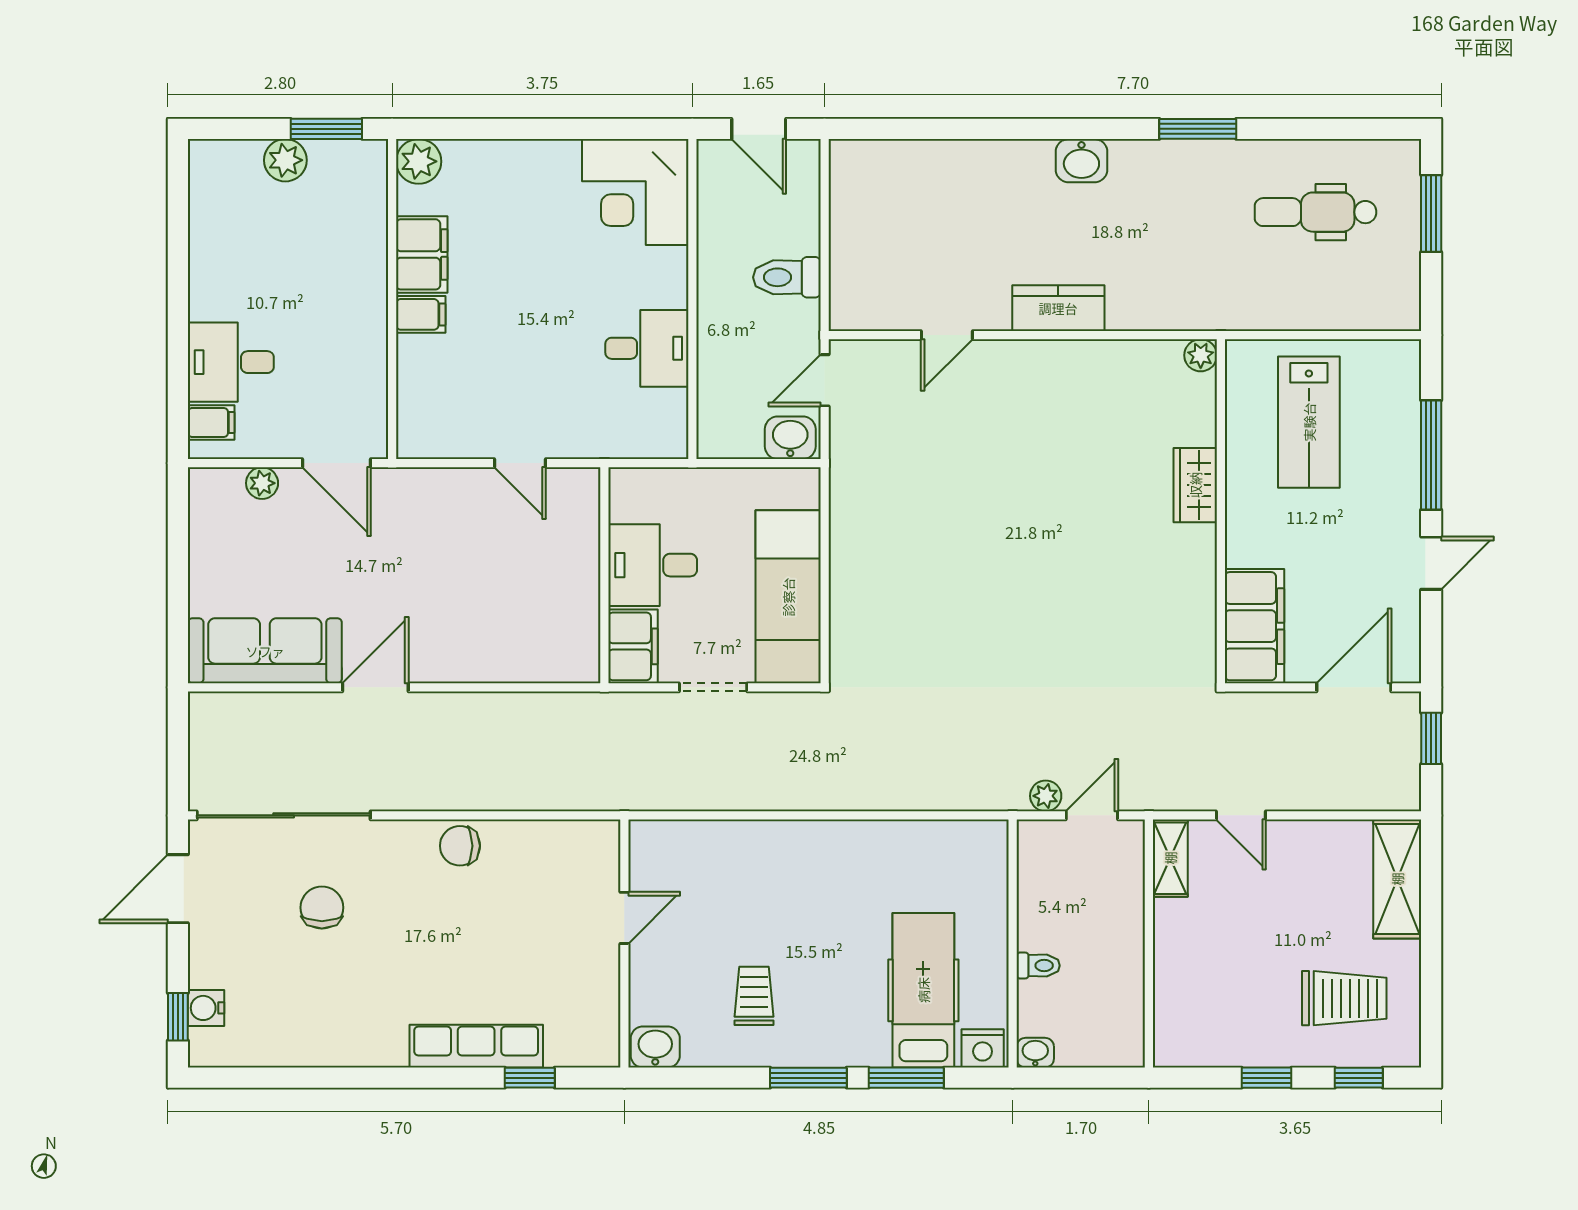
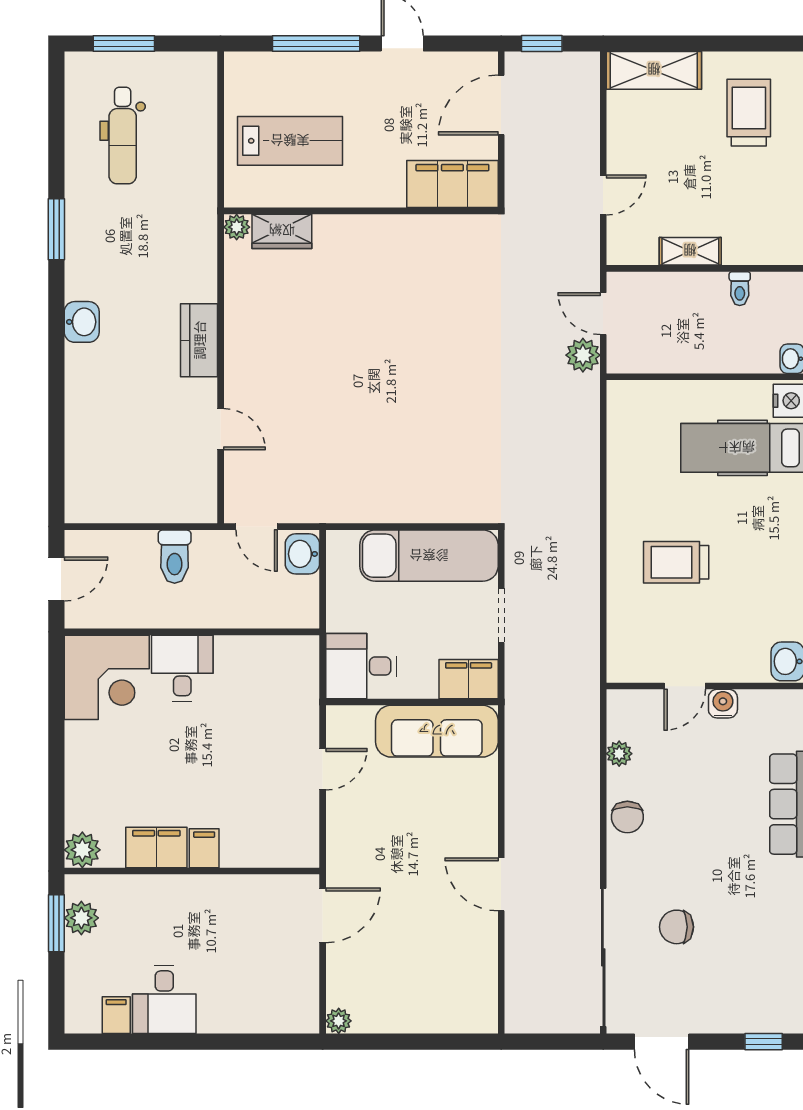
plant: (285, 160) -> (81, 918), moved
desk: (647, 348) -> (182, 668), moved
desk: (231, 362) -> (164, 999), moved
filing cabinet: (211, 422) -> (116, 1015), moved
plant: (262, 483) -> (339, 1021), moved
wardrobe: (1195, 485) -> (282, 231), moved
desk: (653, 565) -> (361, 666), moved, turned 90
sofa: (265, 651) -> (437, 731), moved, turned -90
door: (1354, 687) -> (501, 105), hinge flipped
plant: (1046, 796) -> (583, 355), width x1.38, depth x1.38
plant: (539, 835) -> (619, 754), added
shelving: (1170, 858) -> (690, 251), moved
door: (624, 918) -> (685, 686), swing flipped
toilet: (1038, 966) -> (740, 289), moved, turned 180
trolley: (754, 996) -> (676, 562), moved, width x1.36, depth x1.39
water cooler: (206, 1008) -> (723, 704), moved, turned 180

